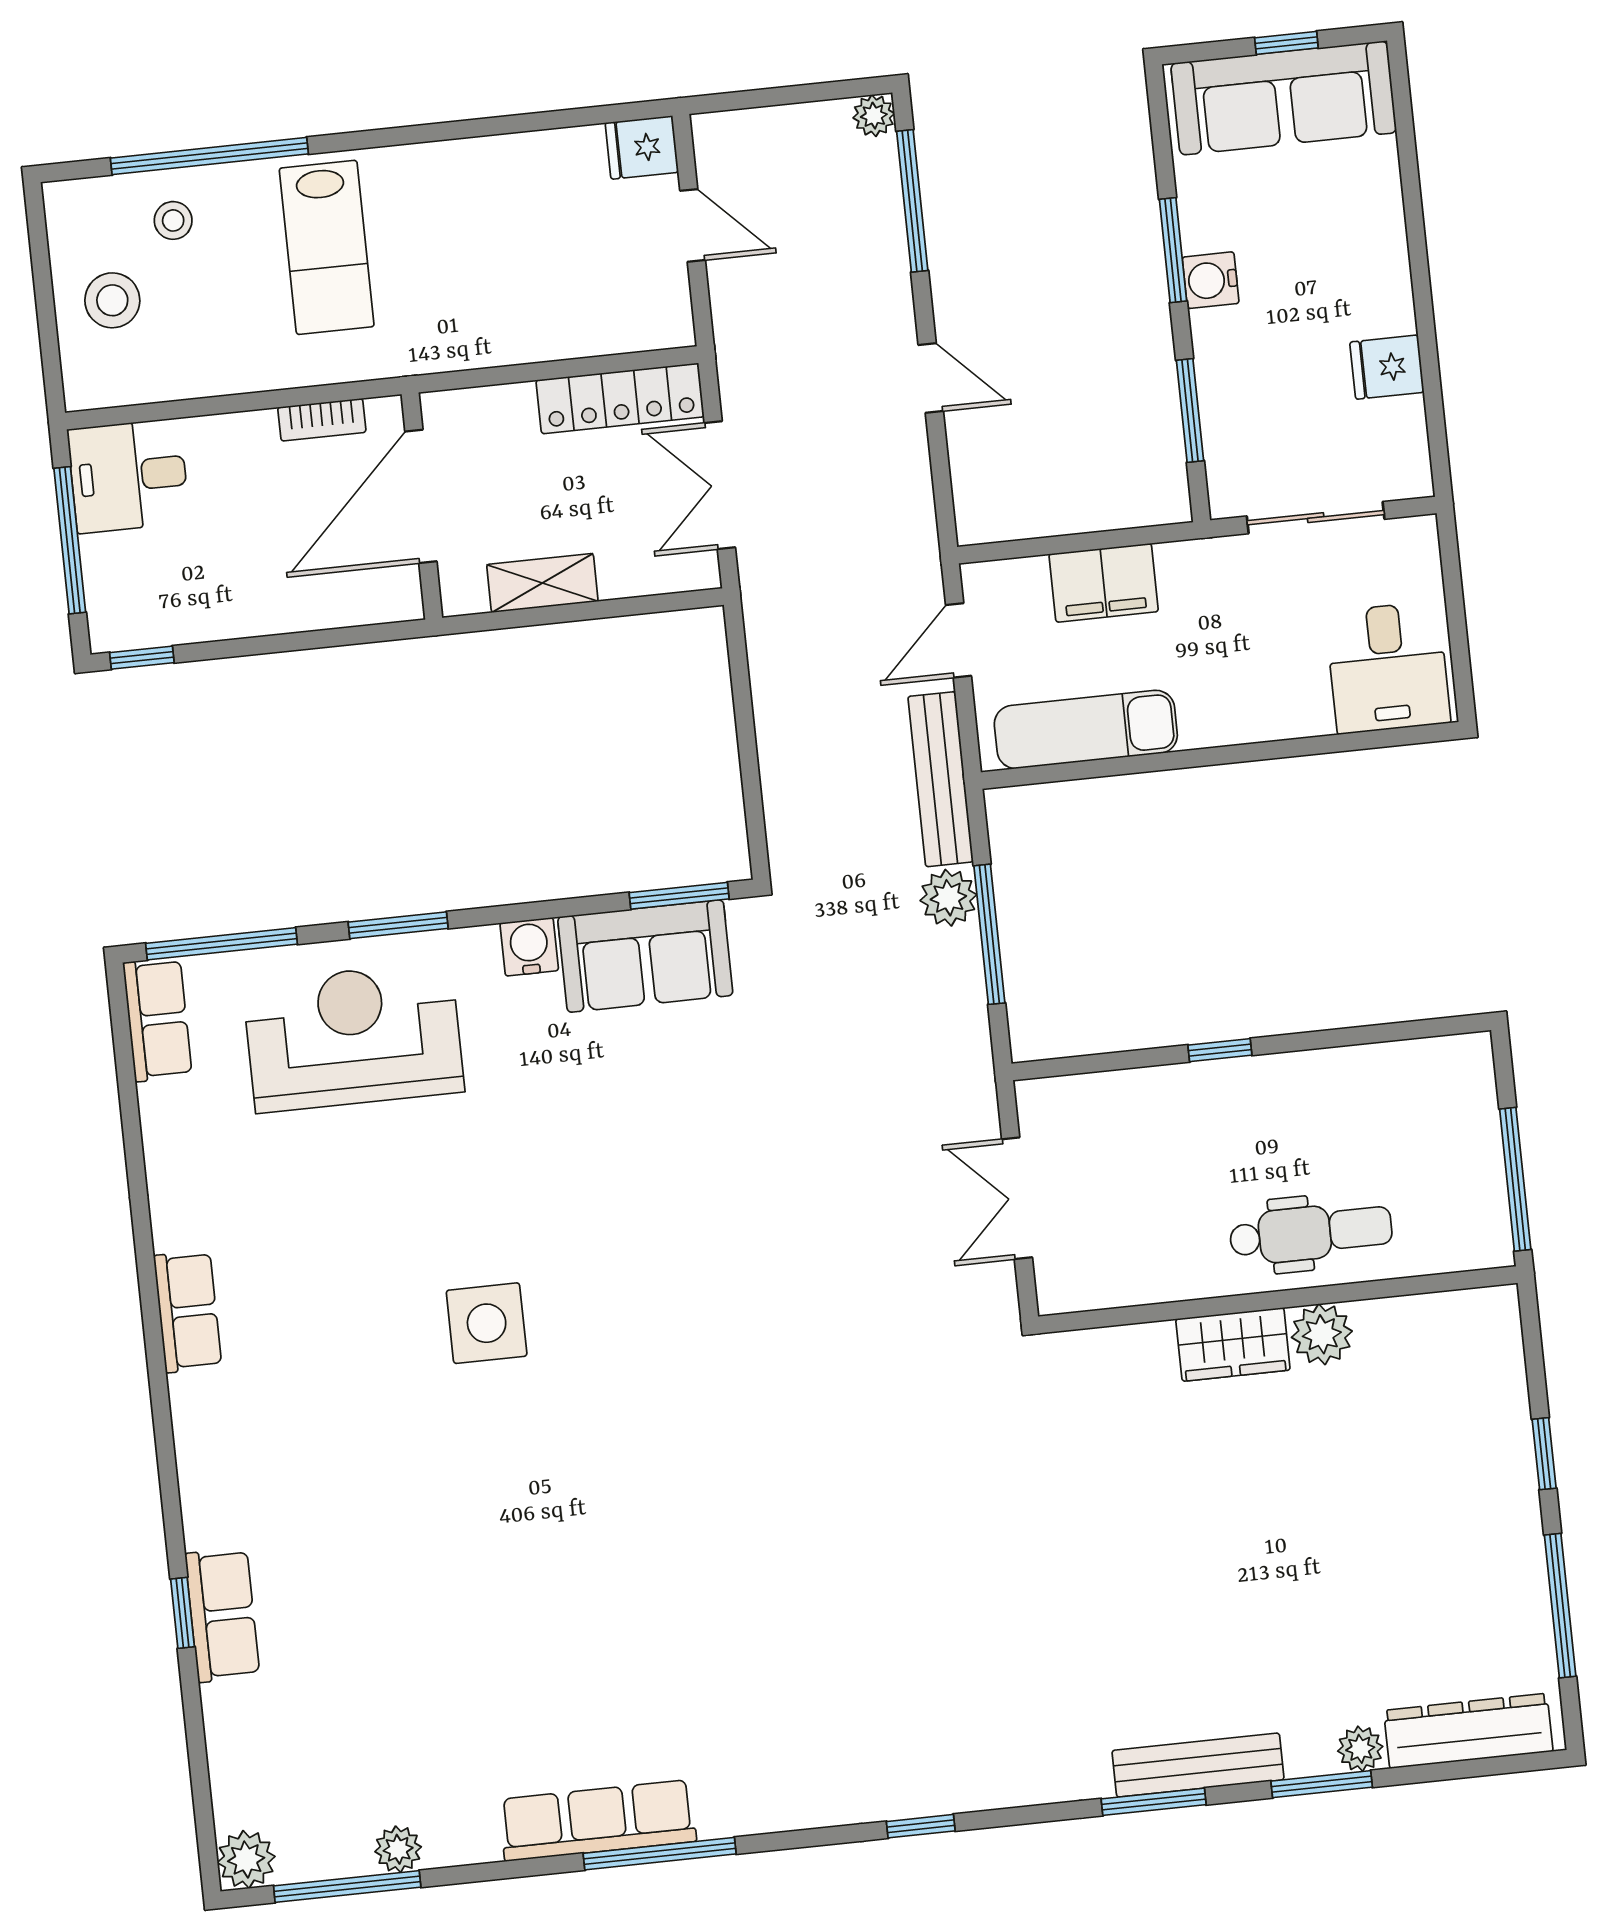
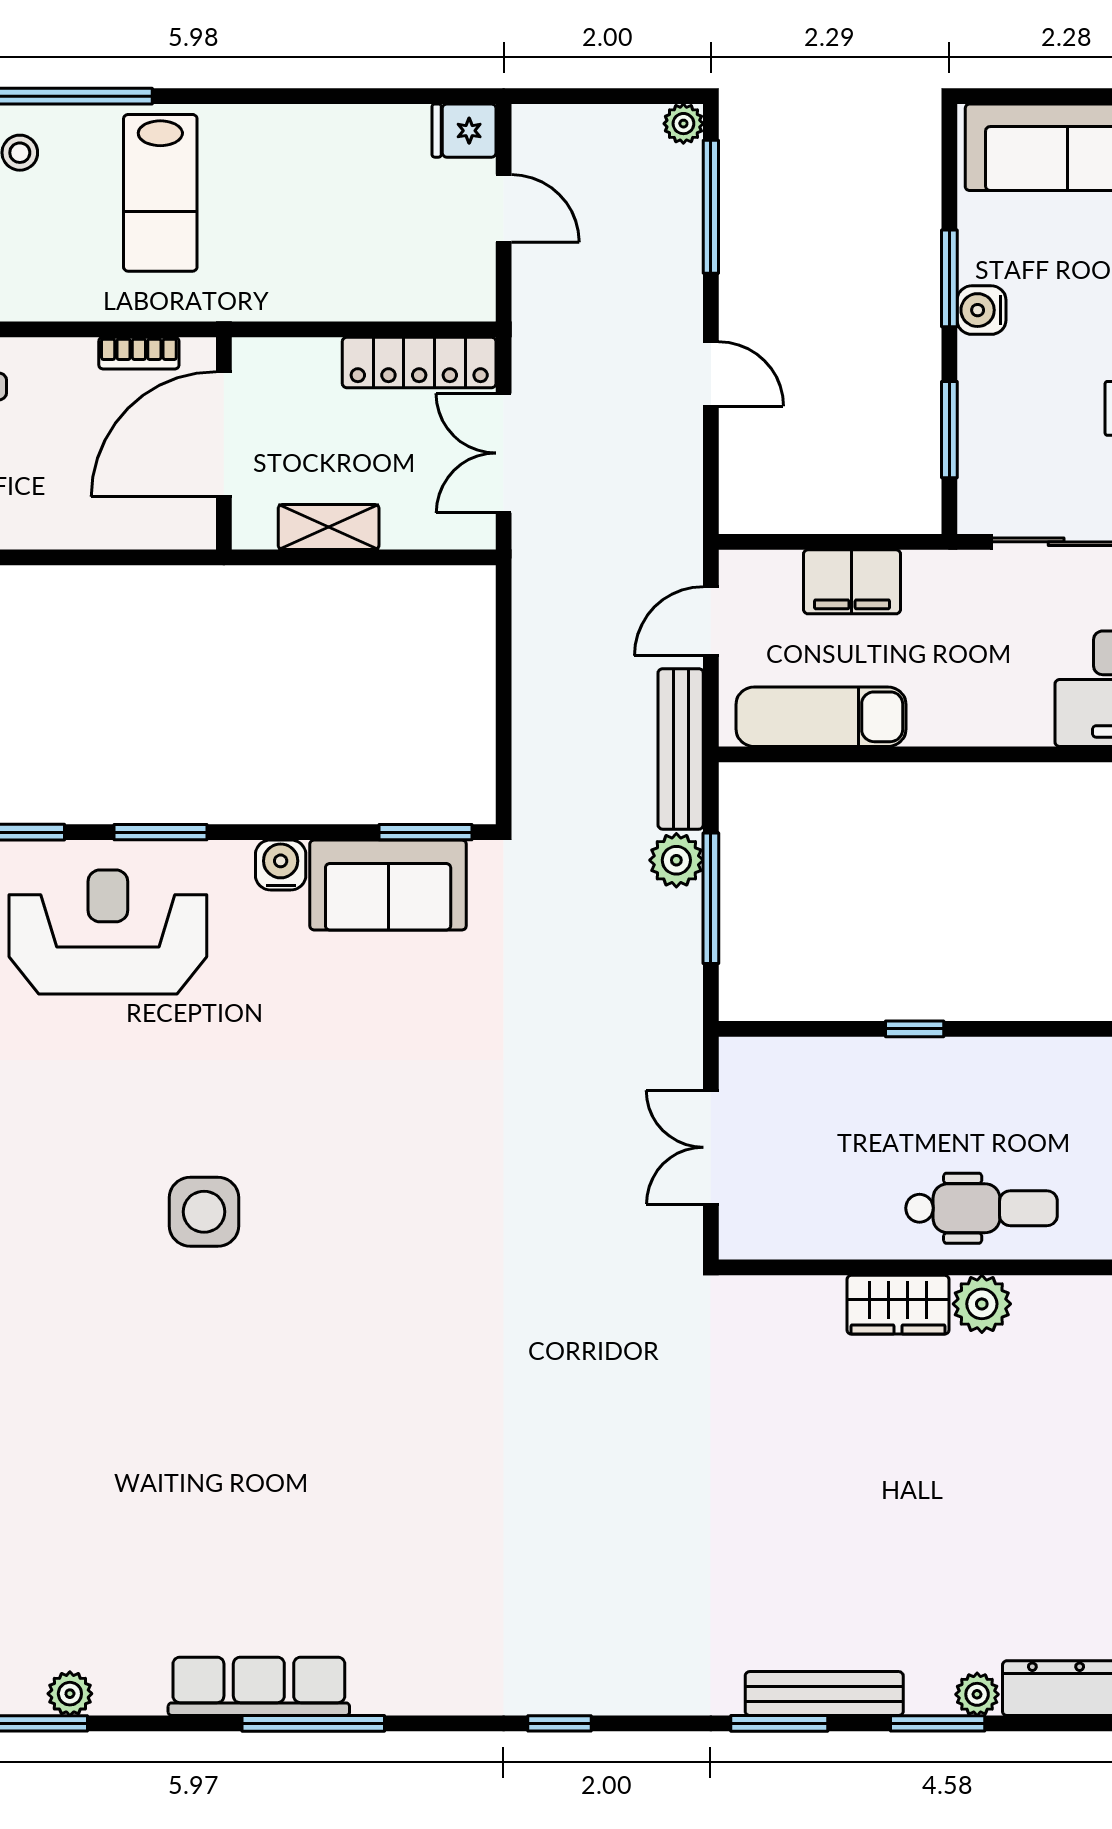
window: (1286, 43) -> (1075, 96), removed

